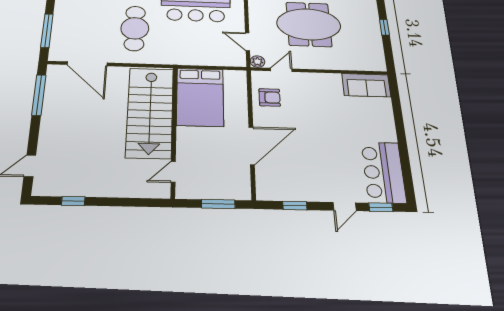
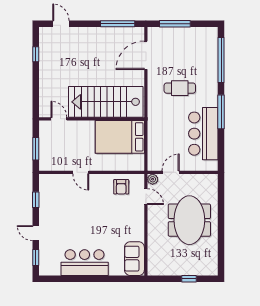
cafe table: (135, 28) -> (180, 88), width x0.73, depth x0.74
door: (252, 146) -> (81, 172), width x0.53
bar counter: (384, 172) -> (85, 263), moved

